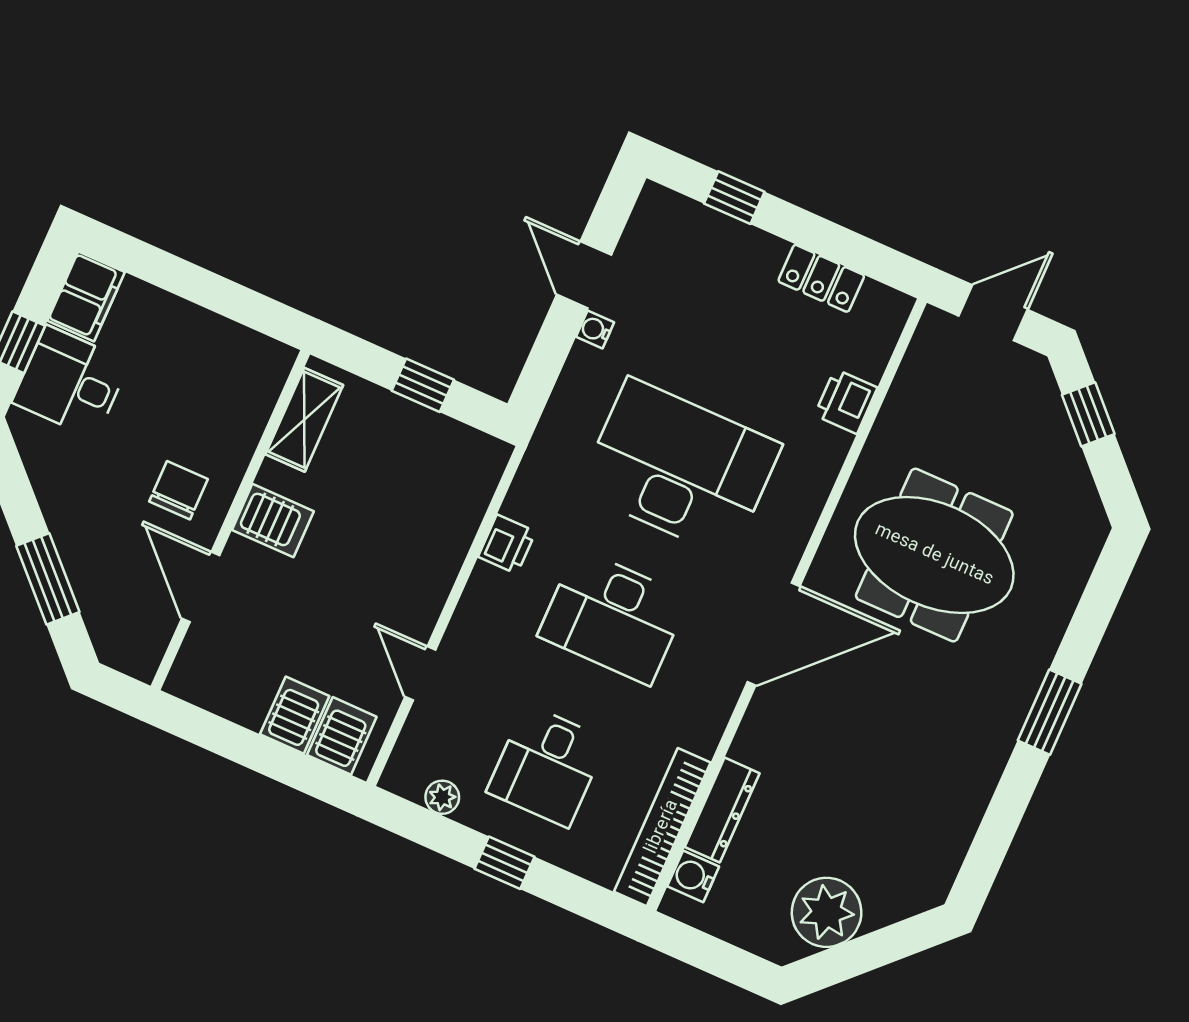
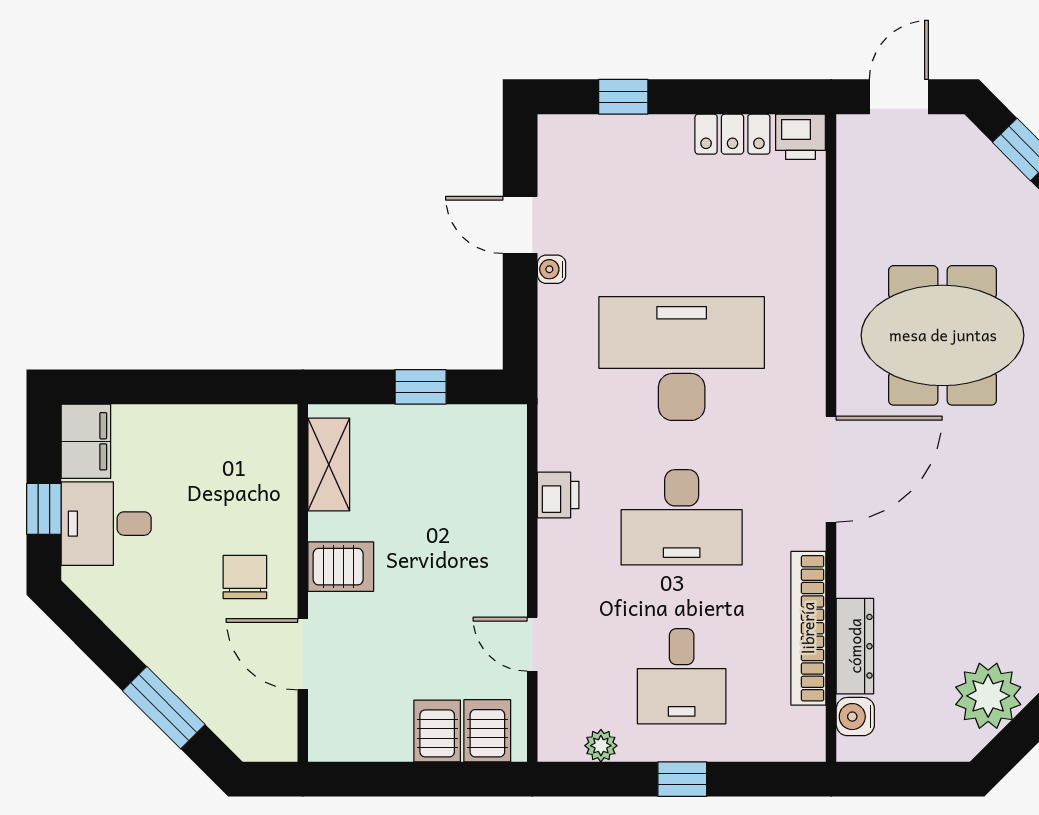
printer: (846, 401) -> (800, 137), moved, turned -90
bookcase: (662, 827) -> (808, 628), moved

